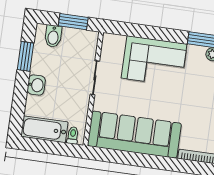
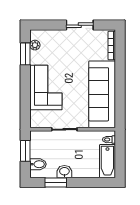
washbasin: (36, 85) -> (64, 172), moved

